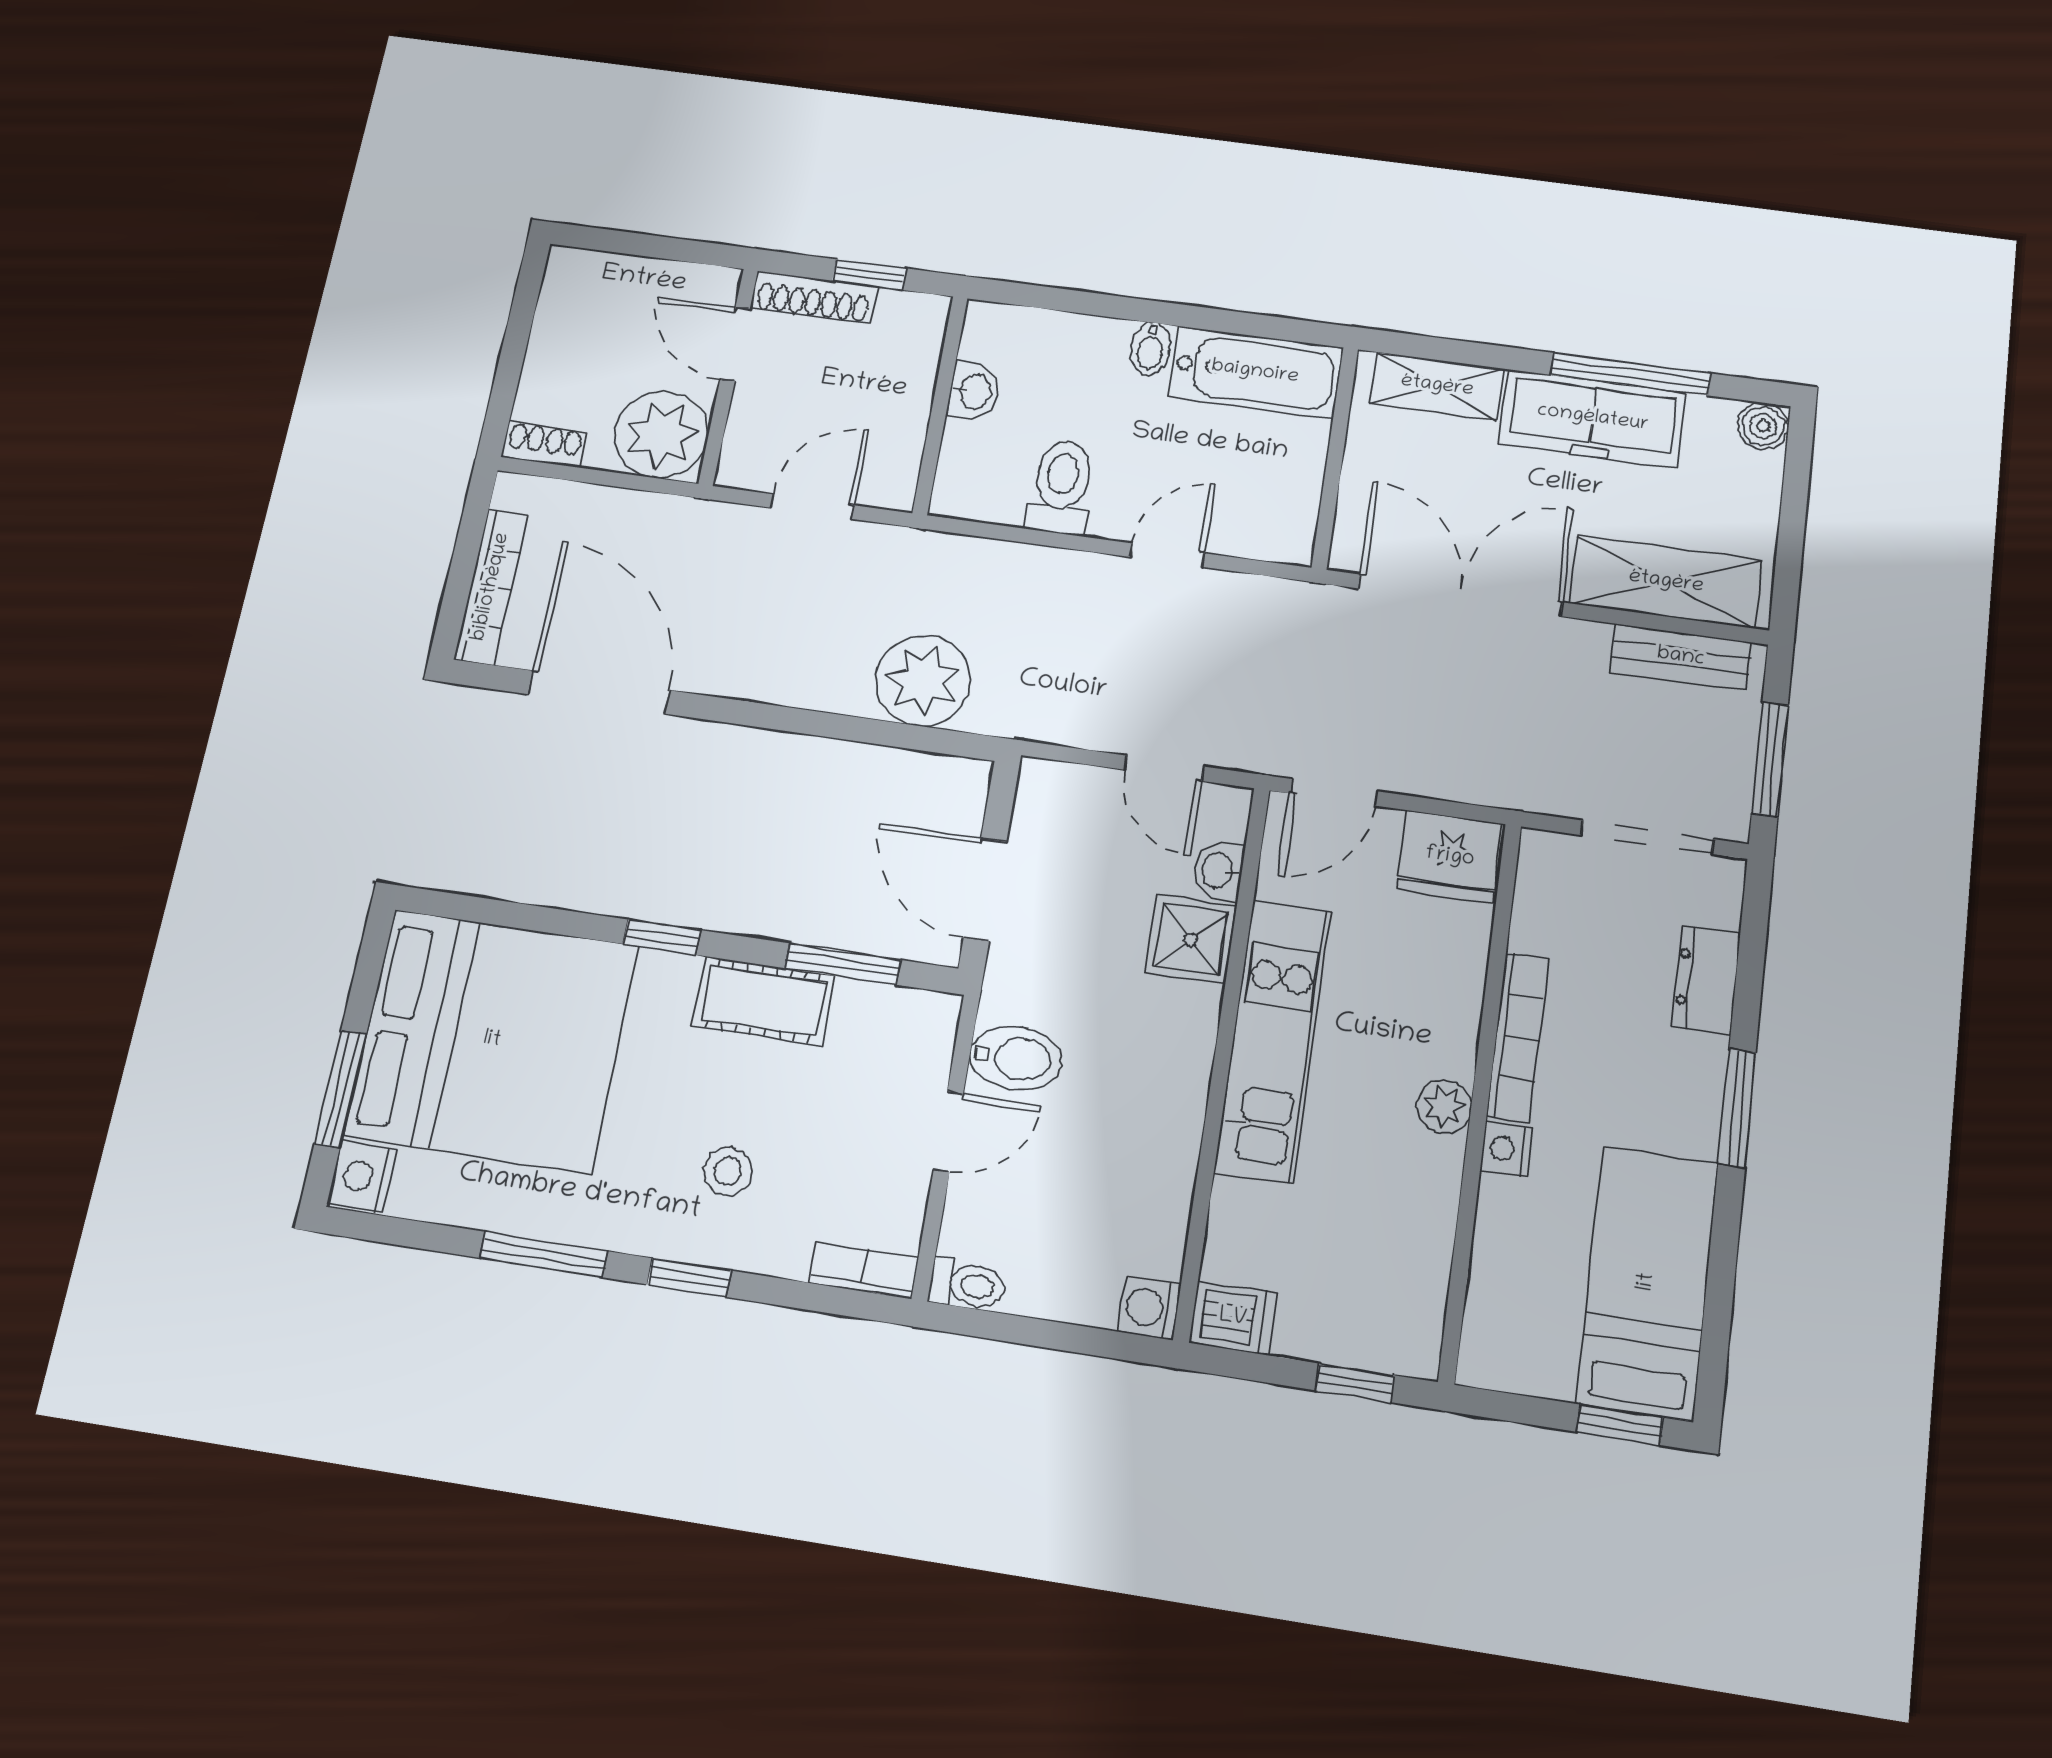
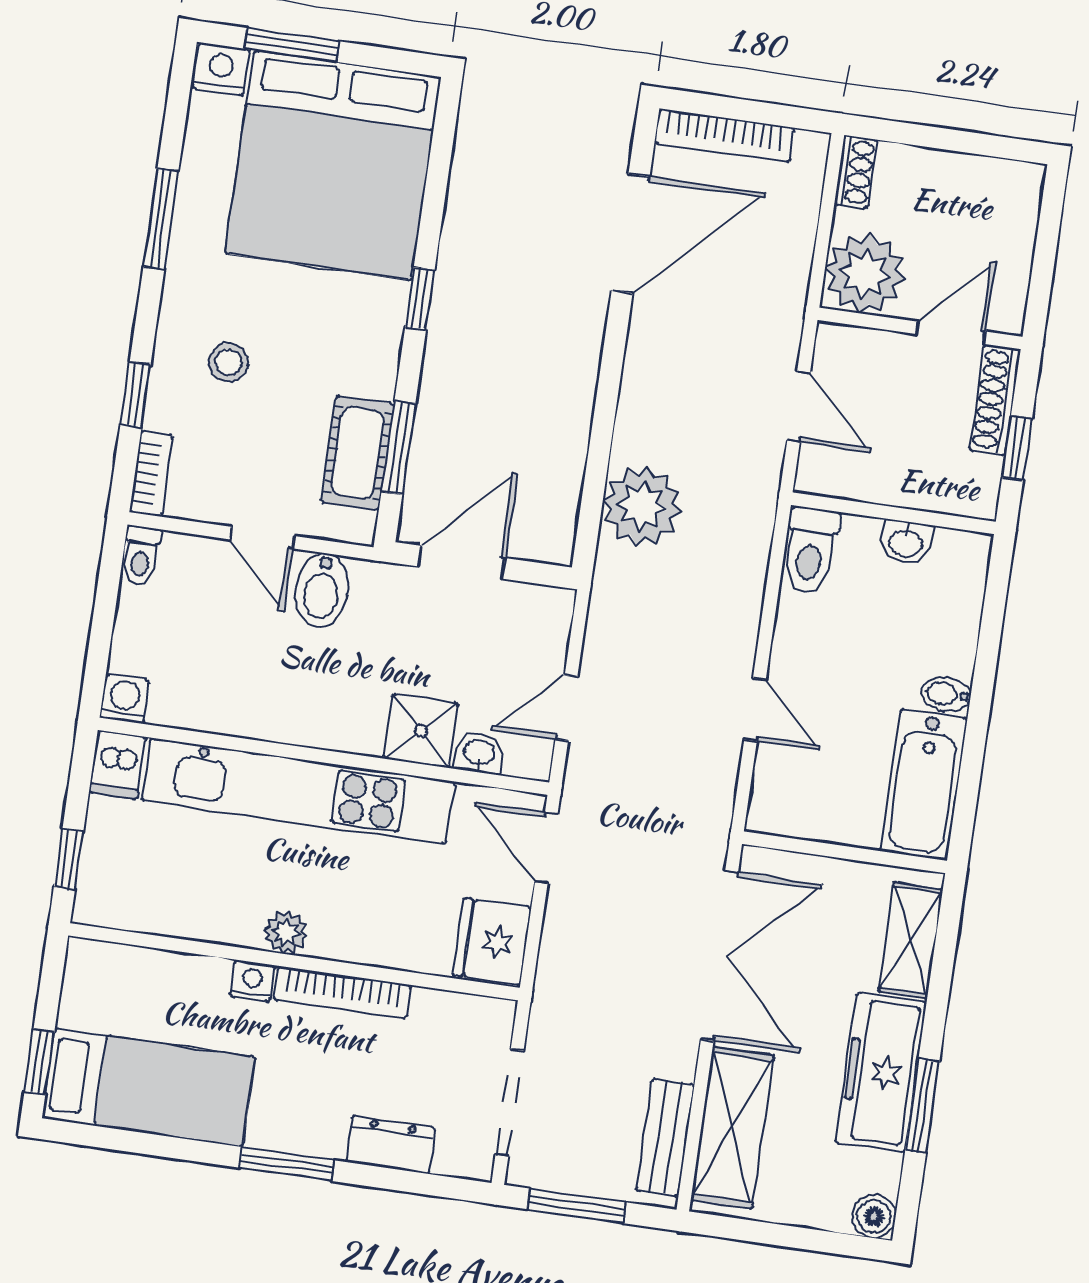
window: (1630, 374) -> (922, 1106), width x0.69
toilet: (1061, 487) -> (810, 551), moved, turned 90
cot: (764, 1001) -> (358, 453), moved
kitchen unit: (1273, 1040) -> (298, 791), width x1.36
window: (689, 1278) -> (136, 395), moved

